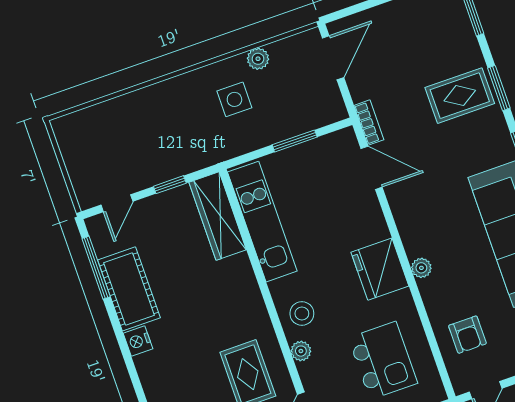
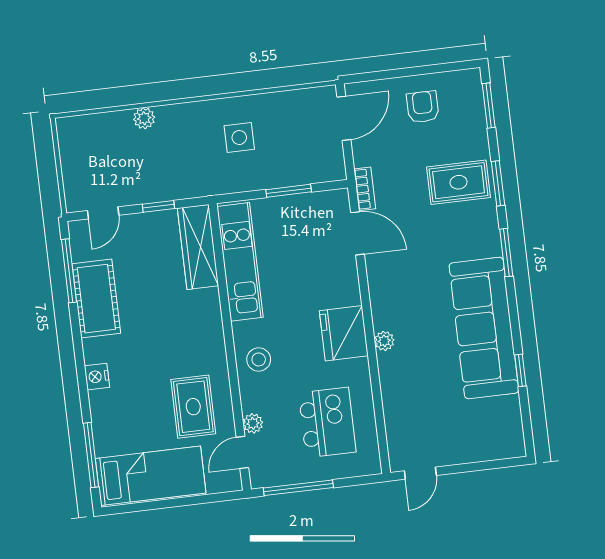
plant: (258, 59) -> (144, 118), moved
armchair: (467, 335) -> (423, 107), moved, turned 180
nightstand: (138, 341) -> (97, 377), moved
plant: (301, 351) -> (253, 423), moved

